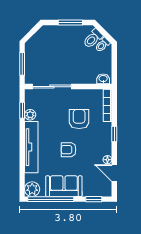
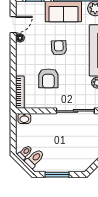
window: (114, 134) -> (13, 64), removed
armchair: (69, 150) -> (59, 48), turned -92
door: (114, 173) -> (13, 25), hinge flipped

